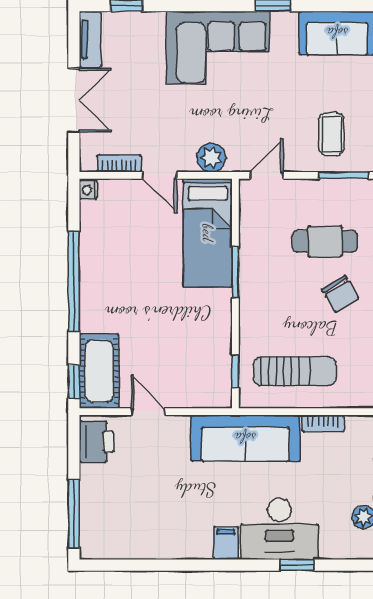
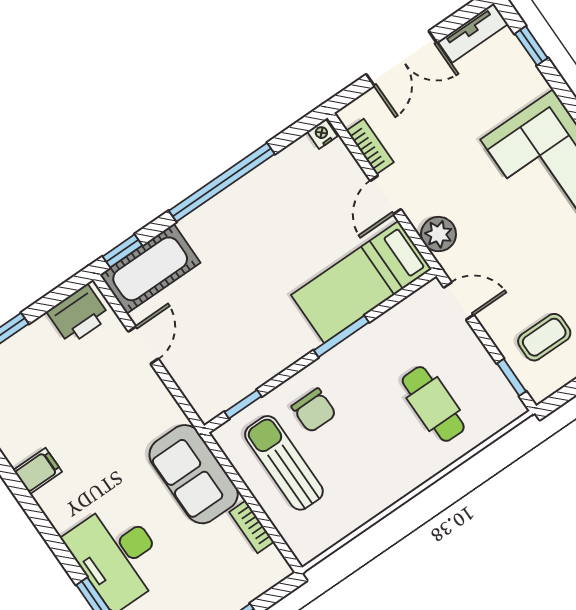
window: (344, 175) -> (512, 377), width x0.67
chair: (340, 294) -> (314, 410), moved, turned -59
sun lounger: (295, 371) -> (284, 463), turned 180
sofa: (245, 438) -> (194, 474), width x0.73
filing cabinet: (226, 543) -> (38, 471), moved

